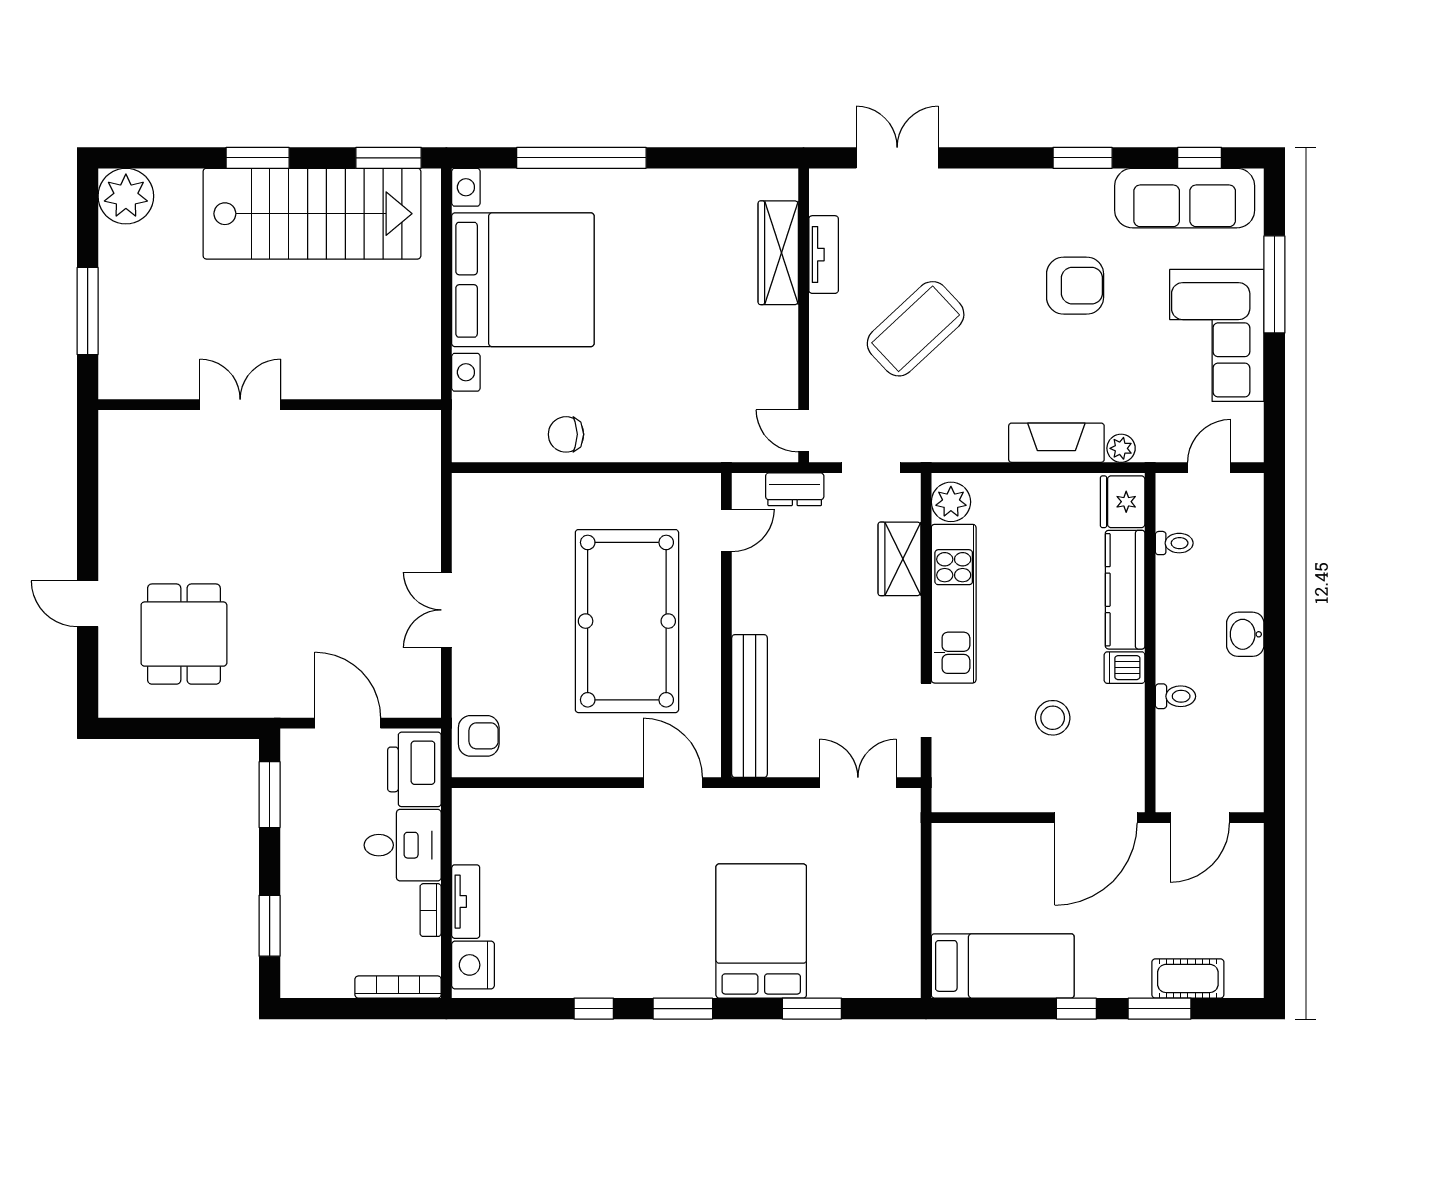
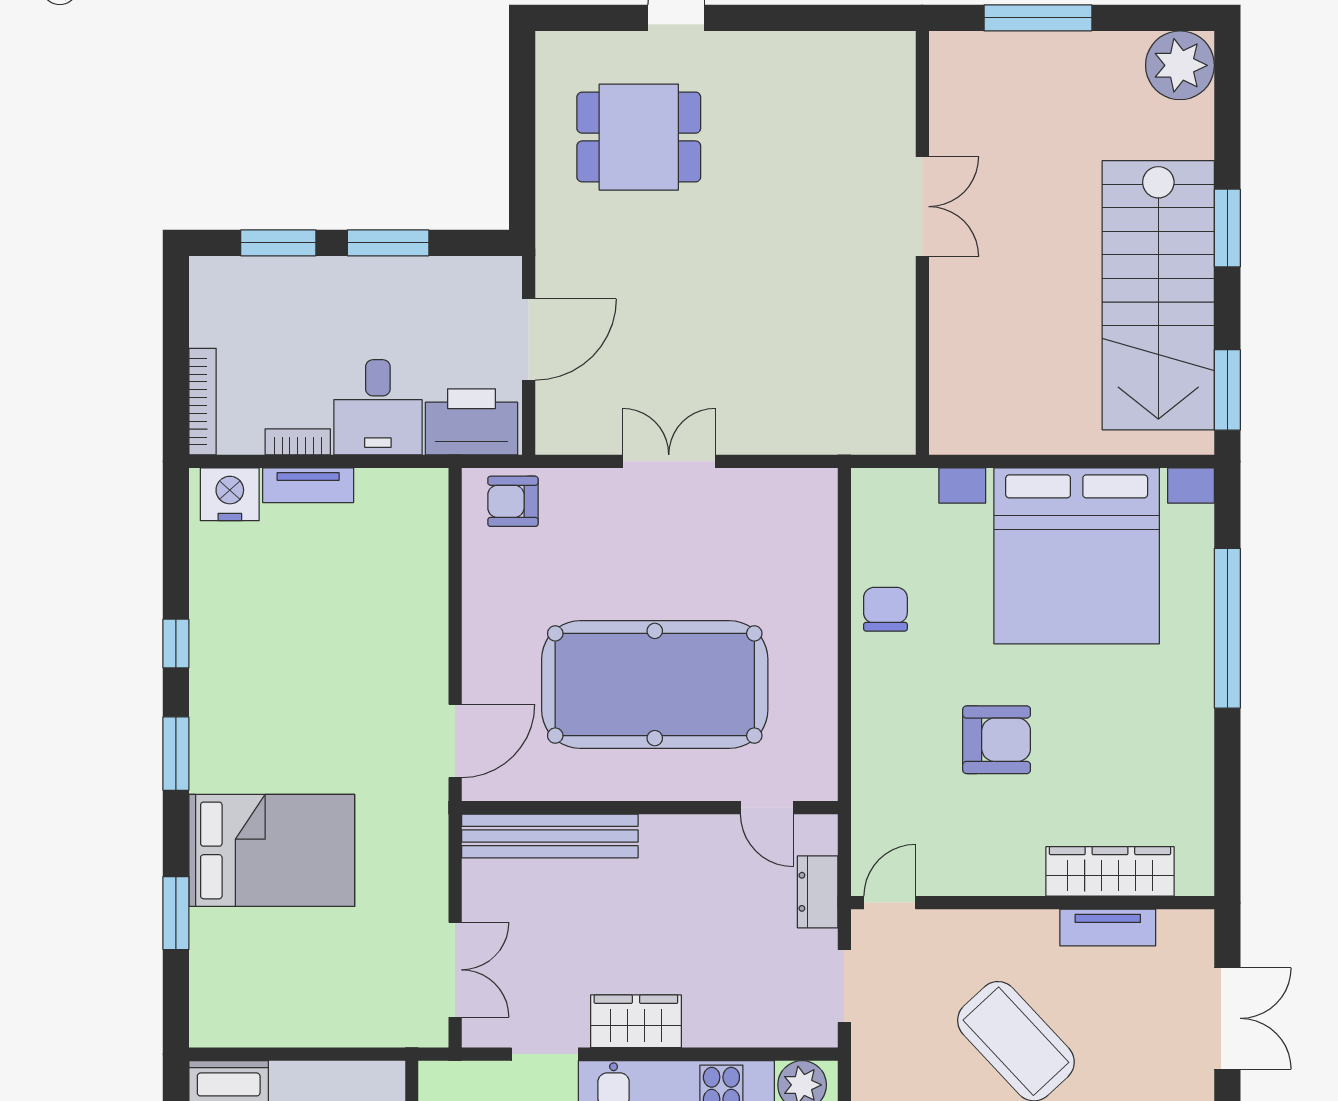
armchair: (672, 345) -> (997, 740), added
wardrobe: (899, 559) -> (636, 1021), moved
armchair: (479, 736) -> (513, 501), turned 90
window: (270, 795) -> (388, 243), moved

